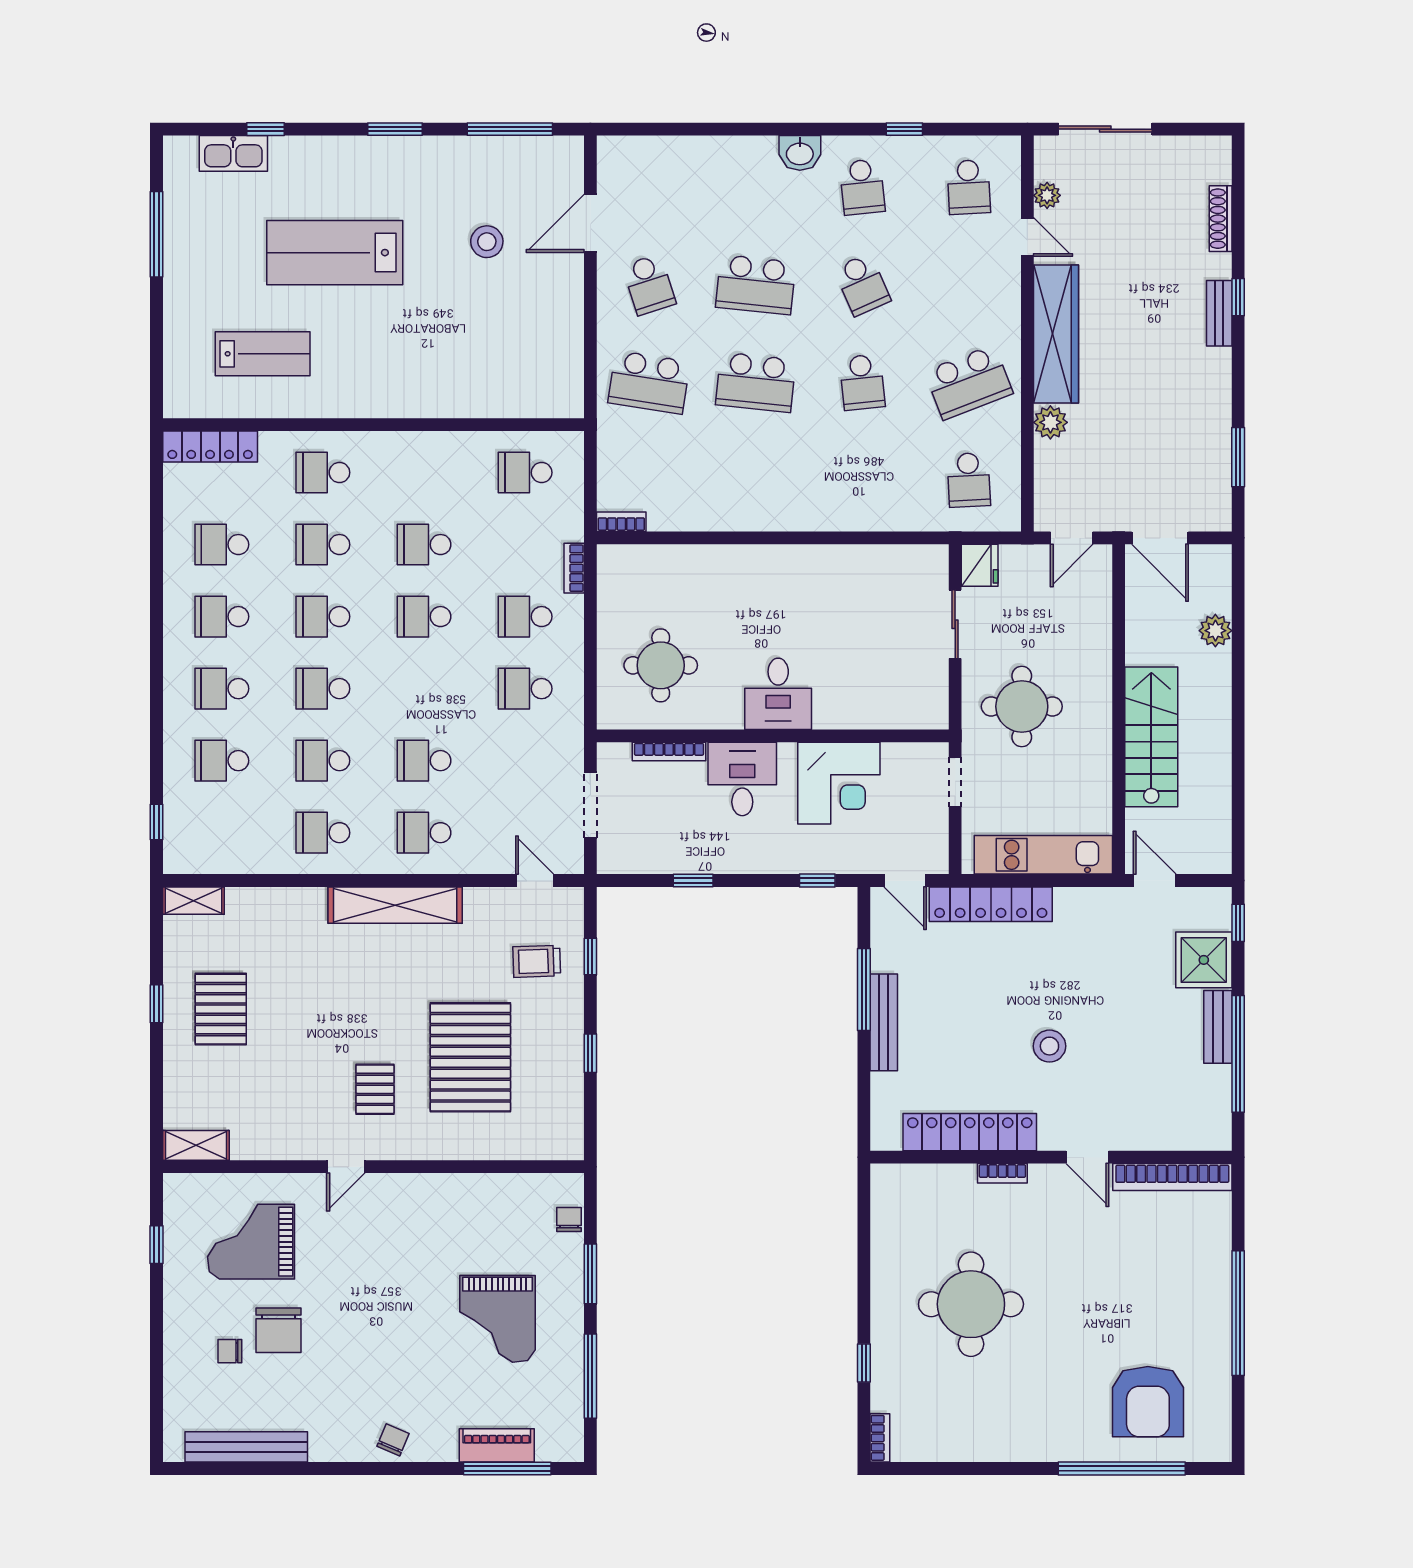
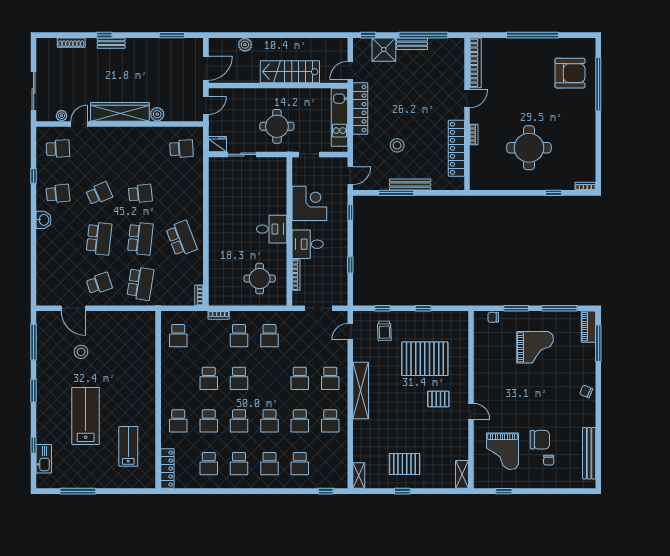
lab bench: (335, 253) -> (86, 416), turned 180
school desk: (969, 382) -> (181, 239), moved
door: (1072, 538) -> (206, 105), hinge flipped
locker: (991, 904) -> (360, 108), moved
stool: (1049, 1046) -> (397, 145), moved
piano: (497, 1445) -> (588, 327), moved

